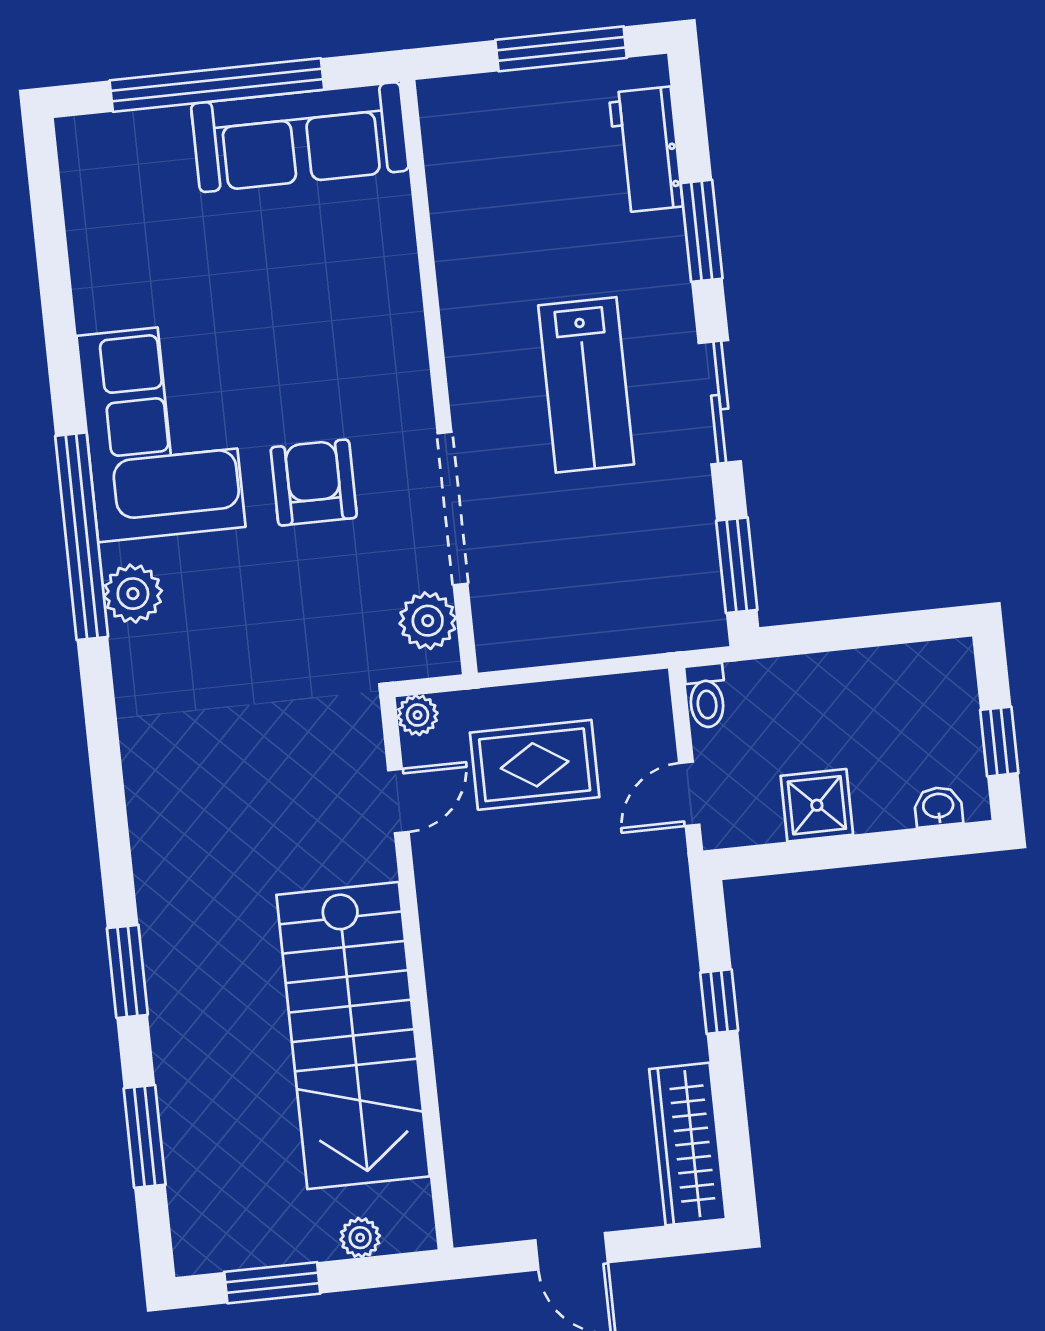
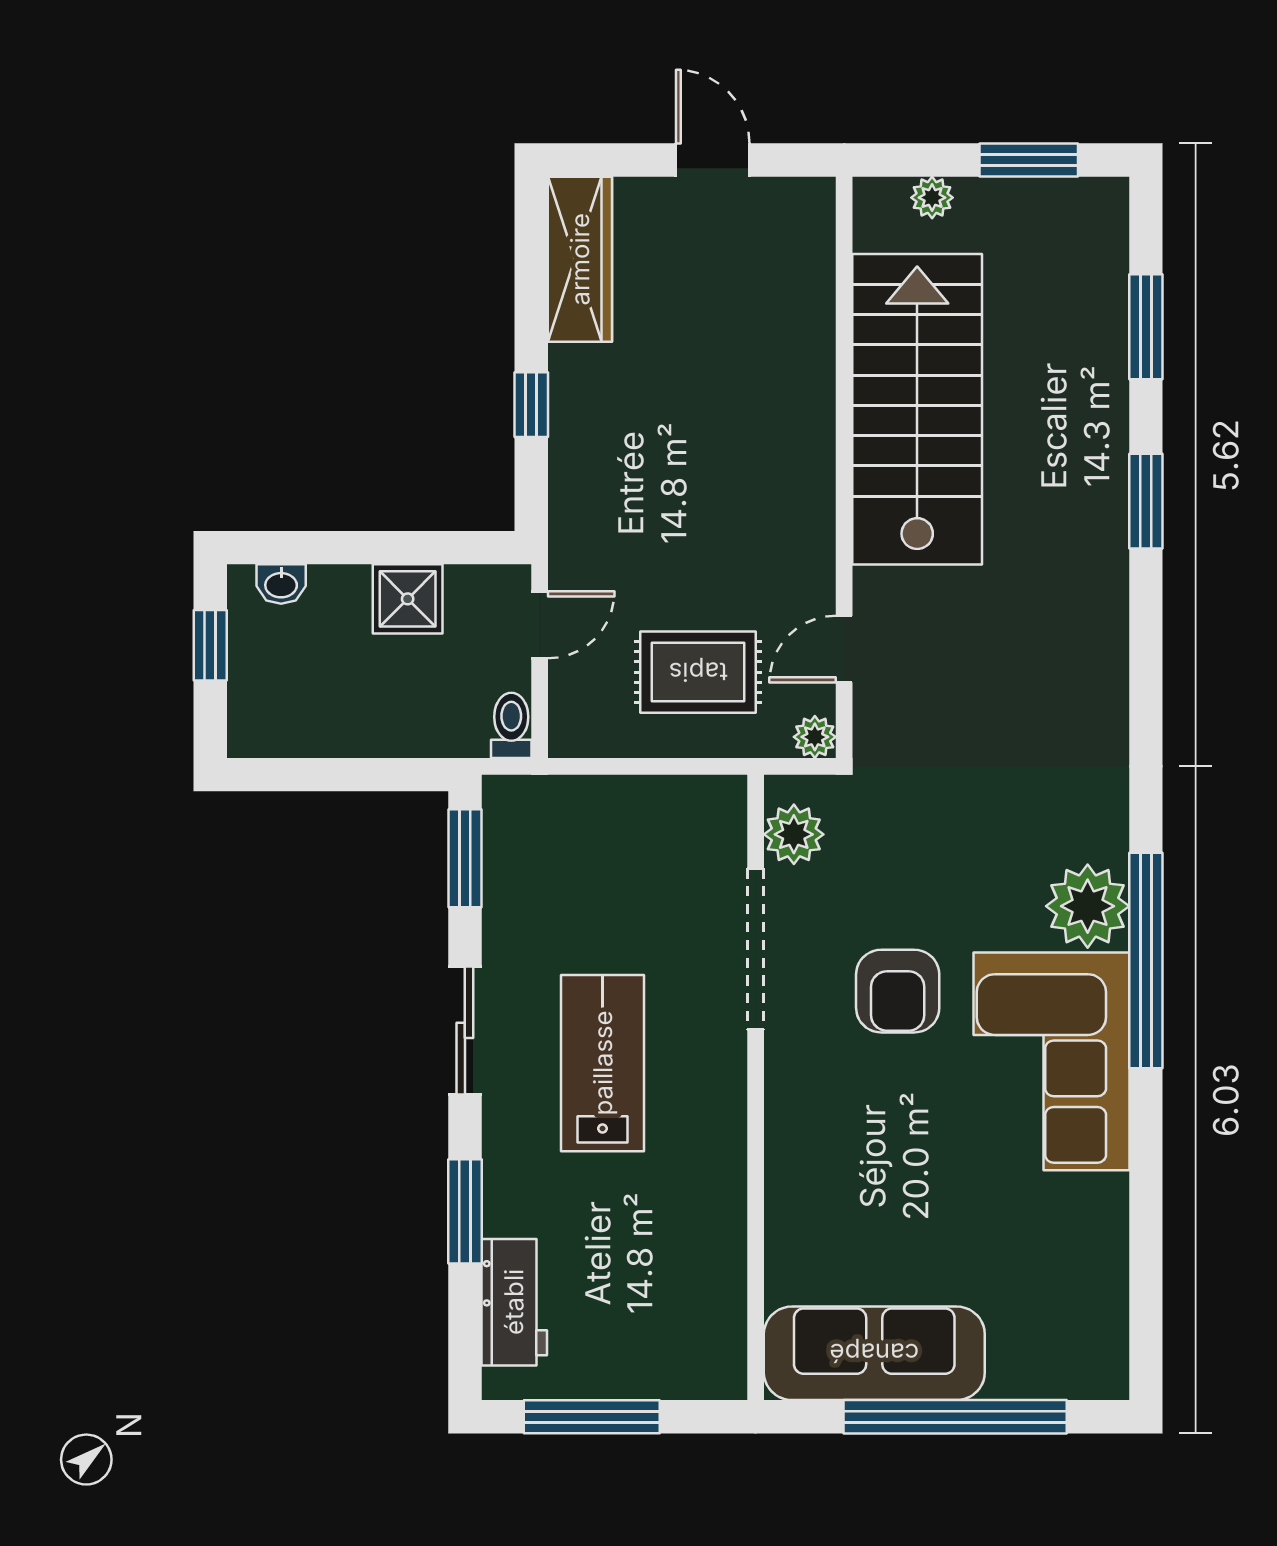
plant: (133, 594) -> (1088, 906), width x1.36, depth x1.36

